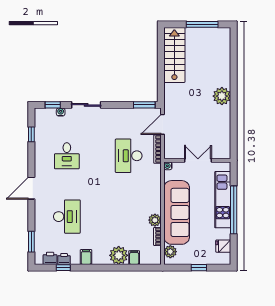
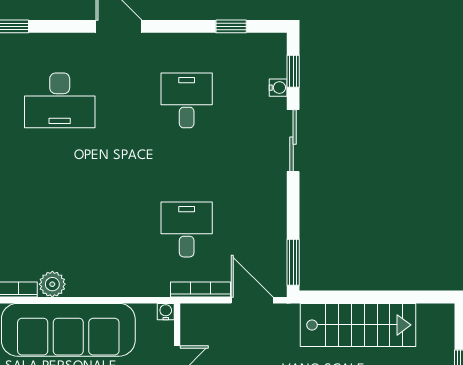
stairs: (174, 55) -> (358, 325), moved
desk: (67, 156) -> (187, 100), turned 90
desk: (129, 156) -> (187, 229), width x0.73

